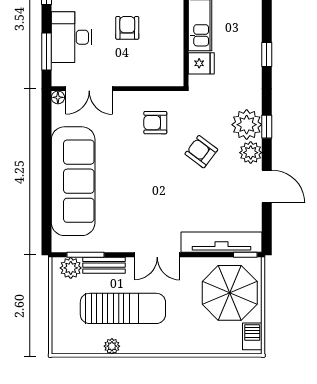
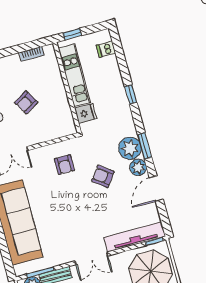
armchair: (127, 28) -> (26, 102), turned -121
armchair: (155, 123) -> (64, 165), turned -90
window: (267, 127) -> (145, 146), width x1.50
door: (267, 186) -> (156, 188), swing flipped

